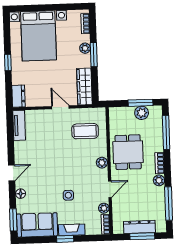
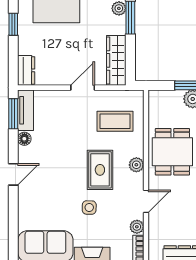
door: (60, 107) -> (83, 88), hinge flipped
rug: (75, 167) -> (100, 170), added
floor lamp: (21, 194) -> (24, 139), moved
window: (13, 220) -> (13, 114), moved

